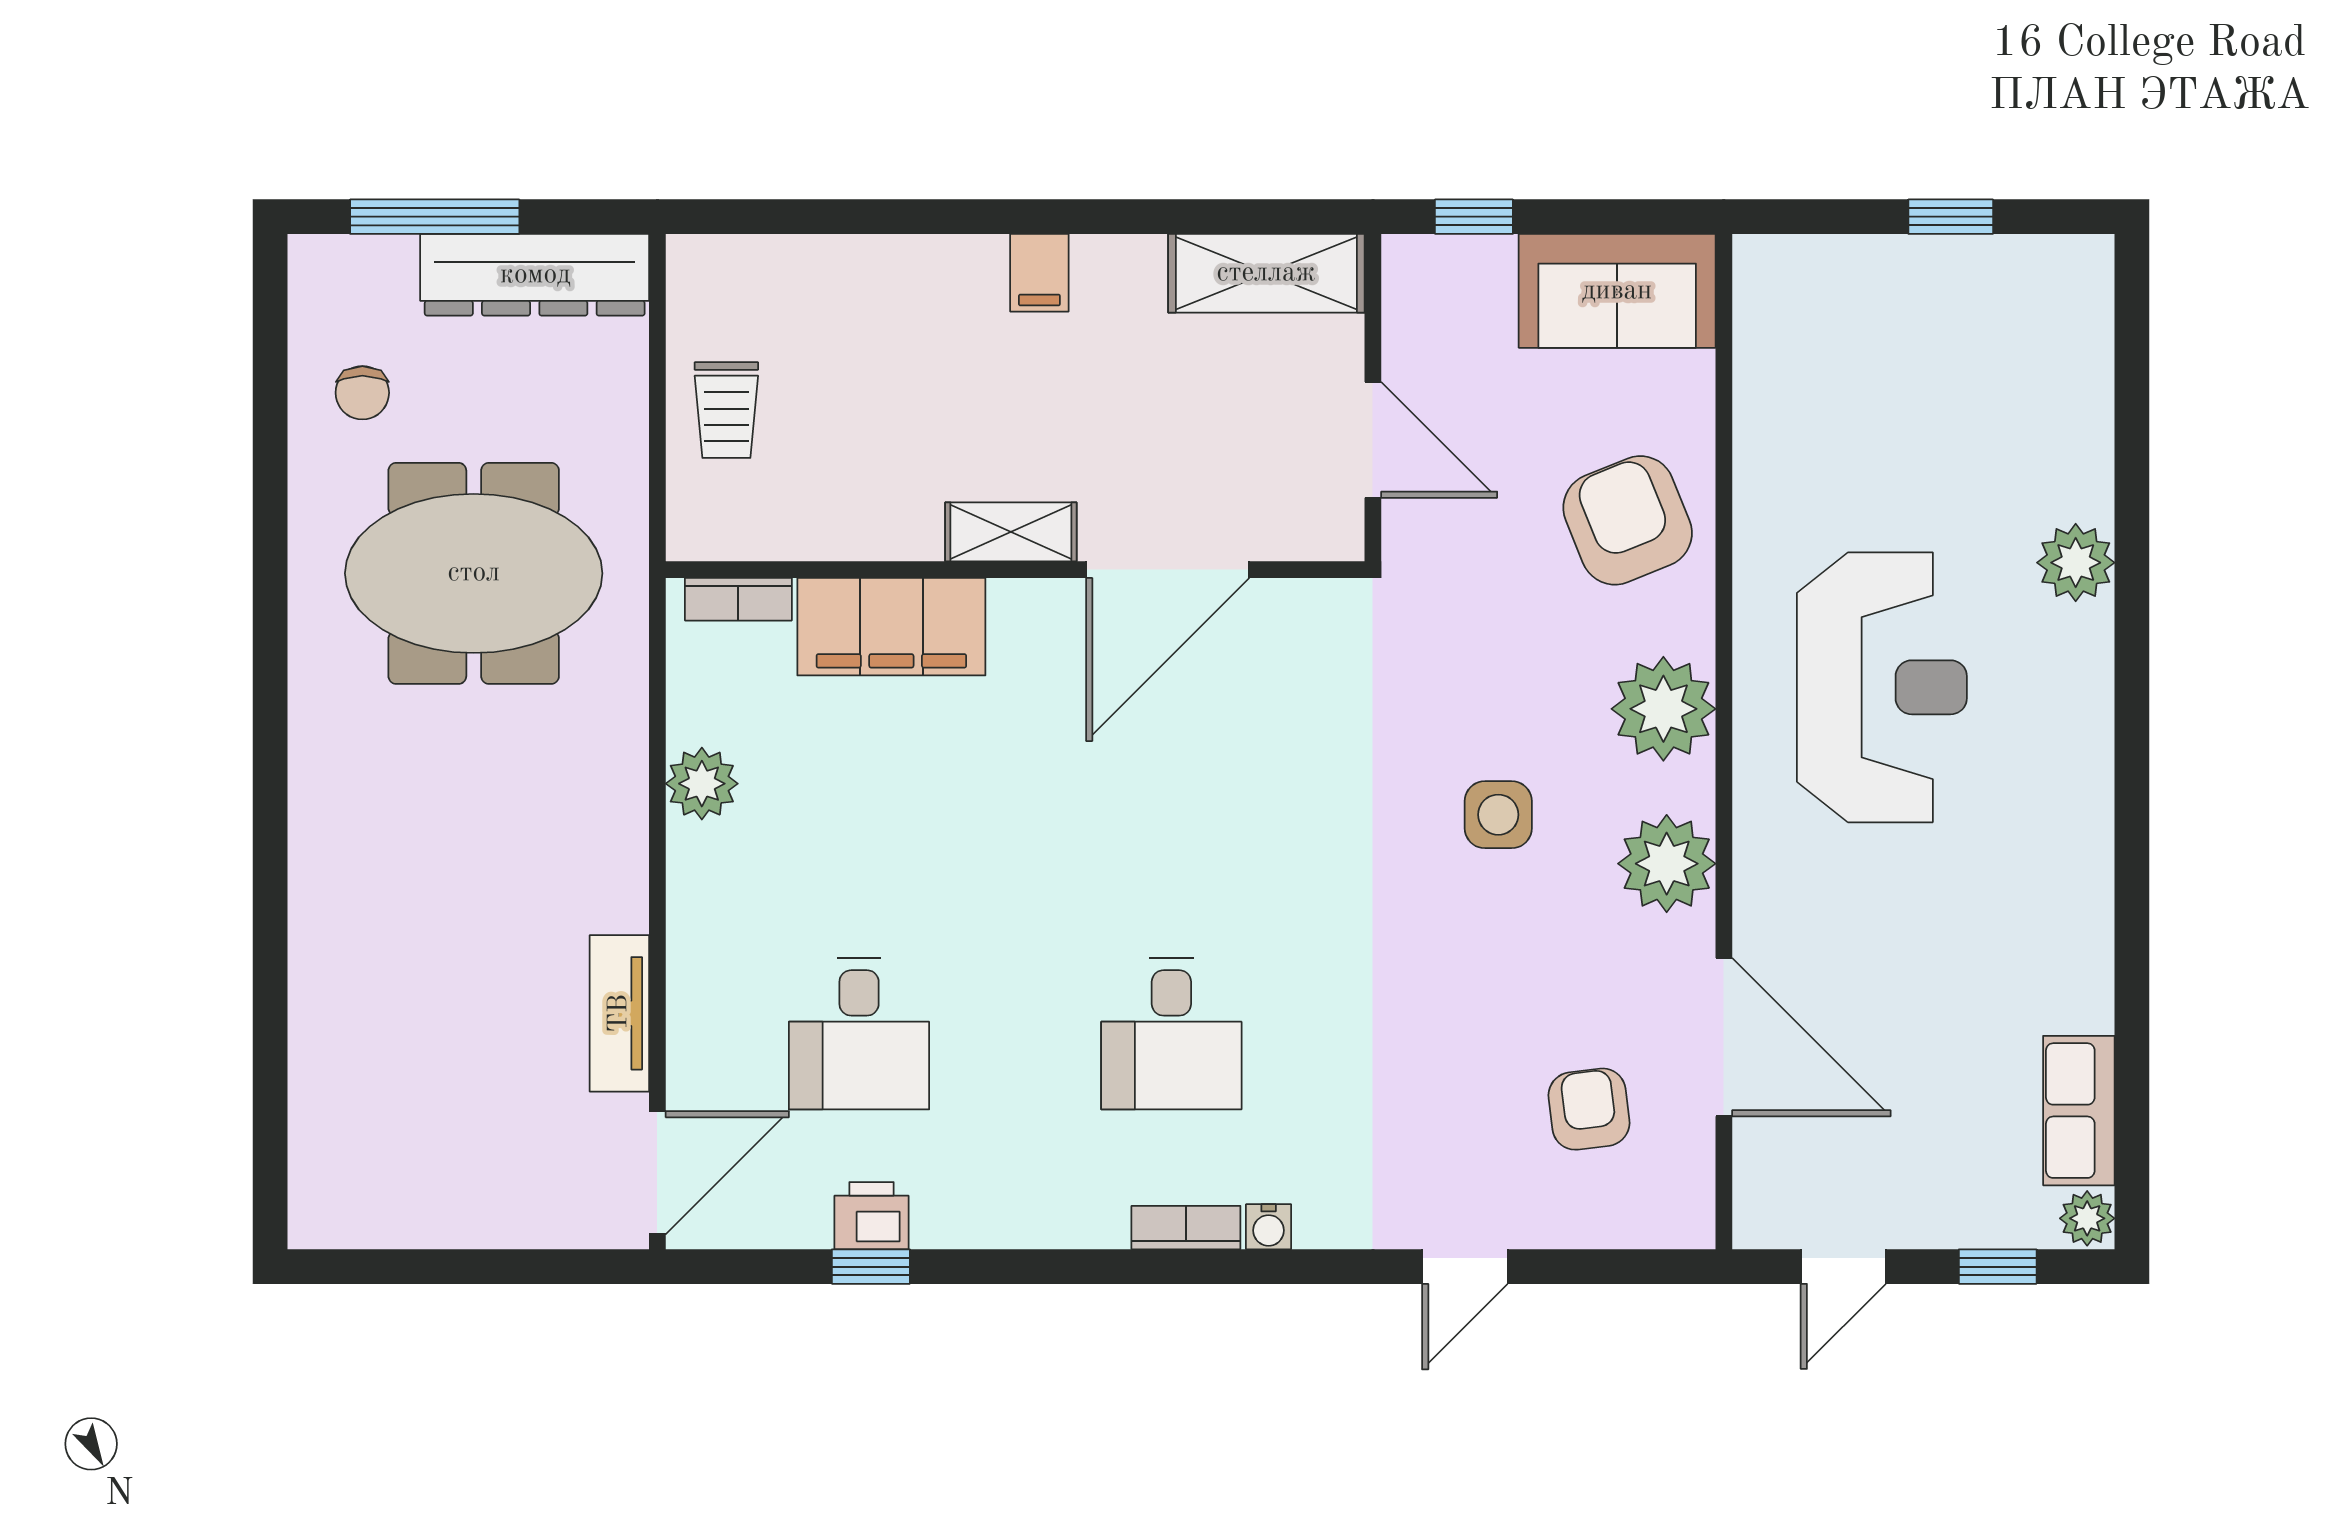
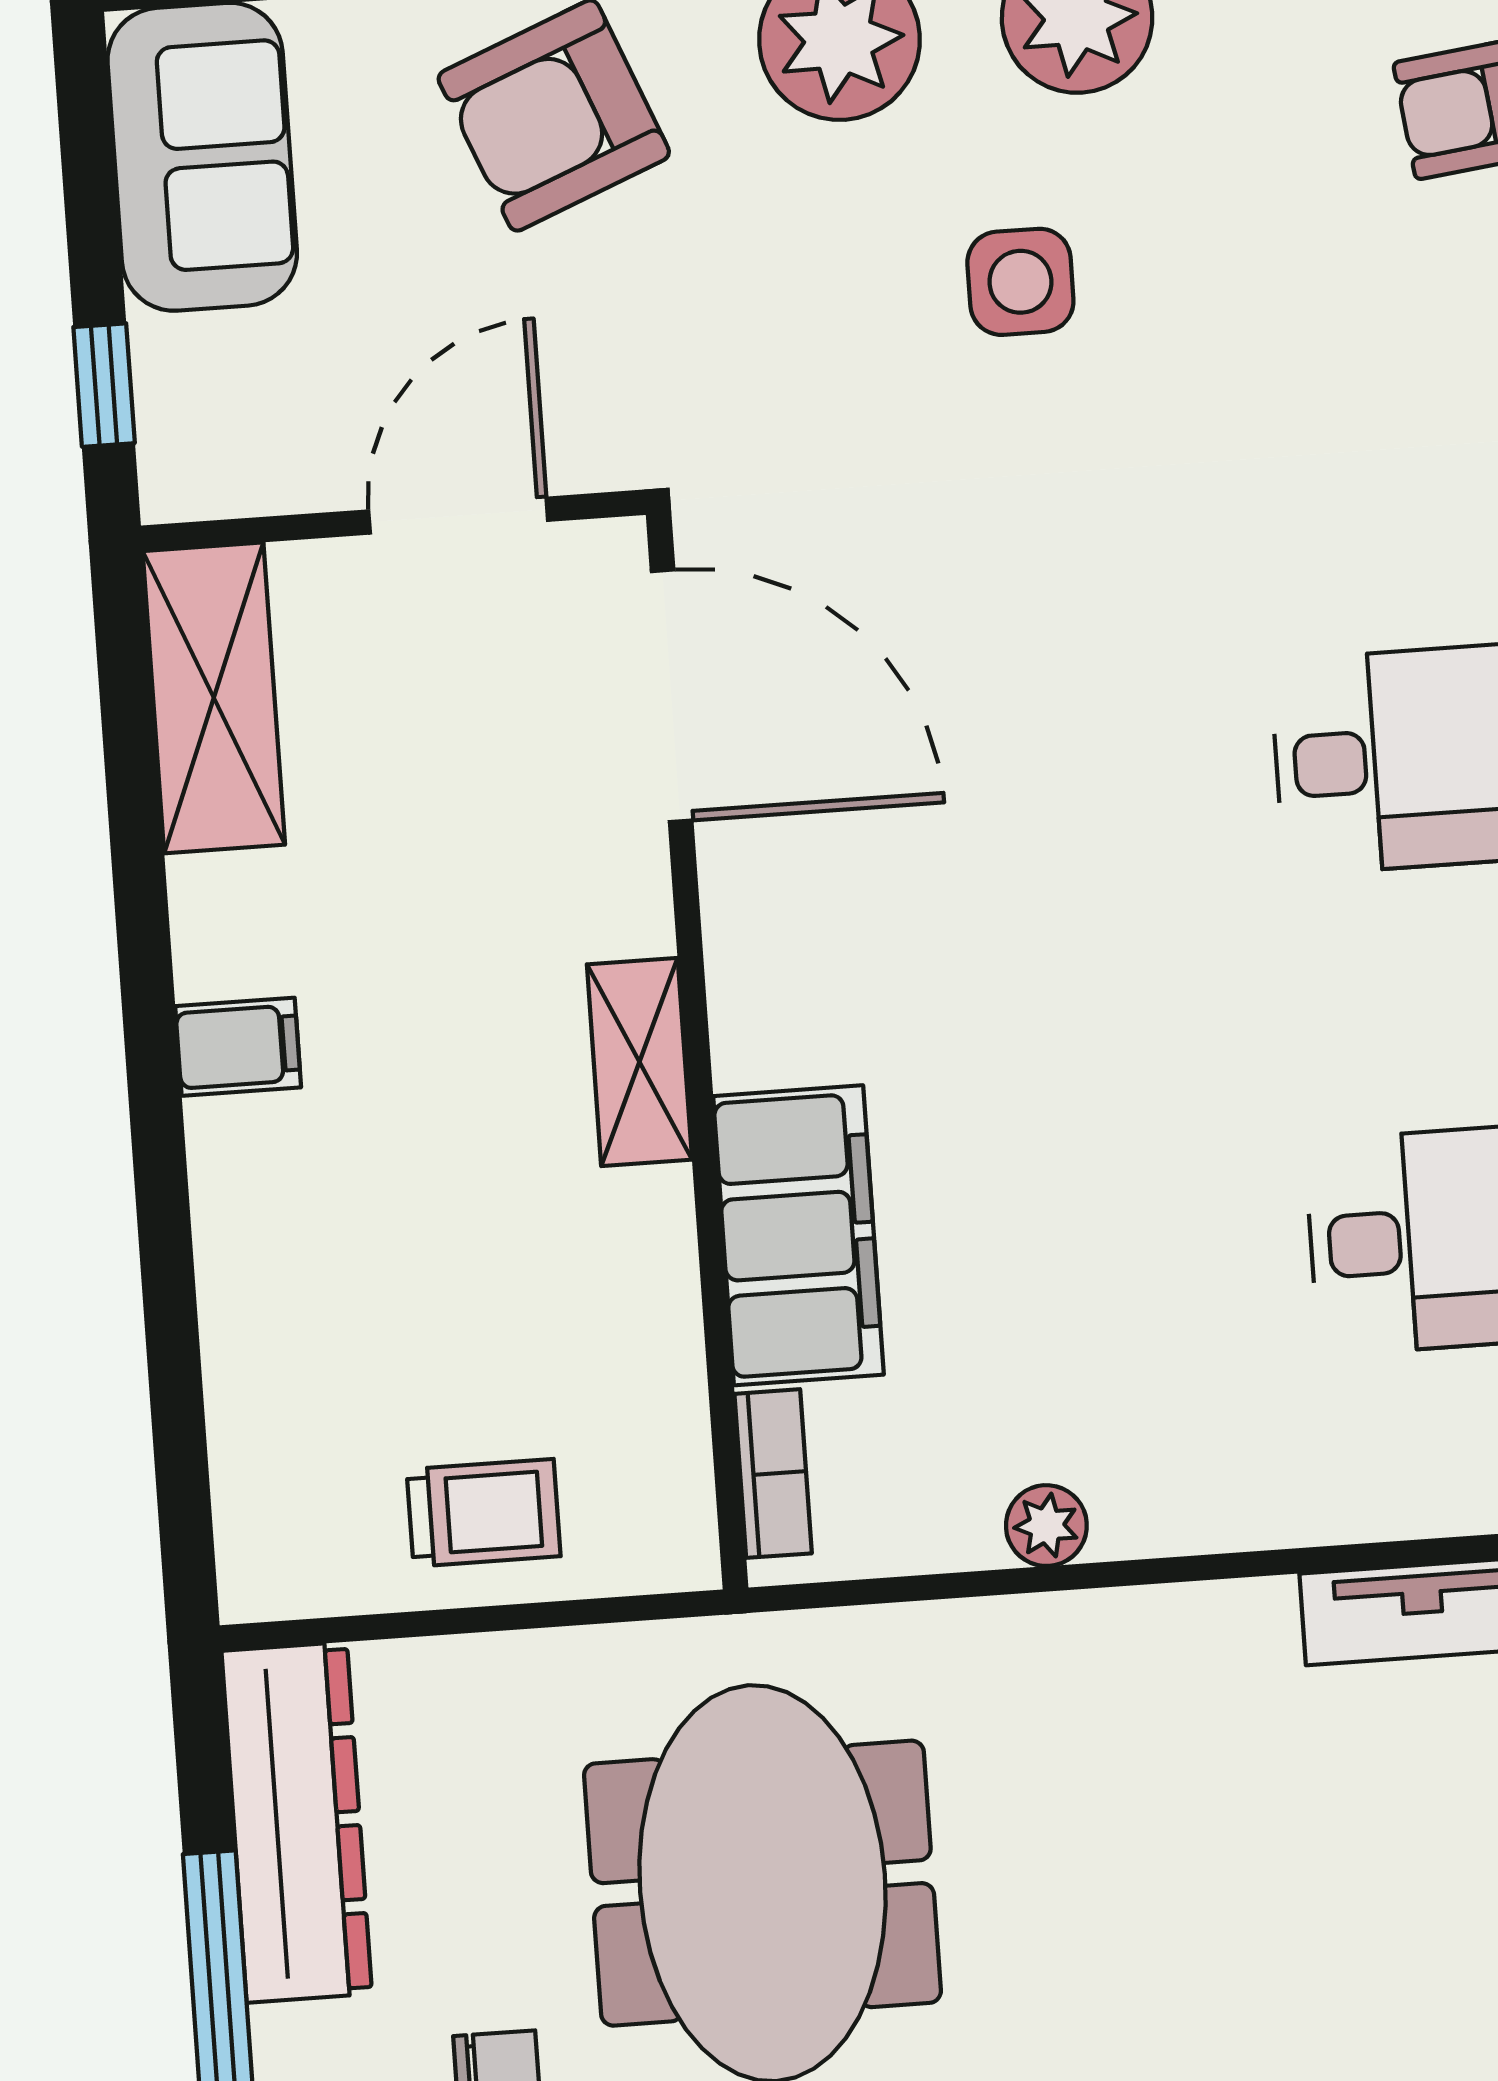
door: (1168, 570) -> (672, 696), moved
plant: (702, 784) -> (1046, 1526), width x0.73, depth x0.73

